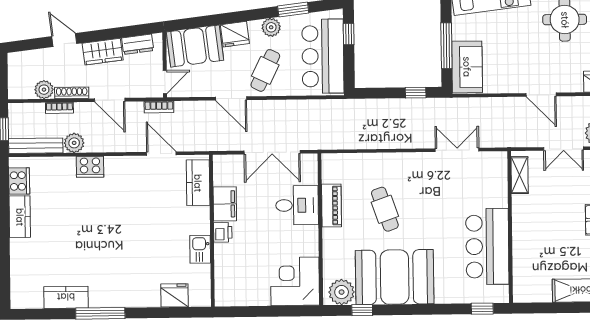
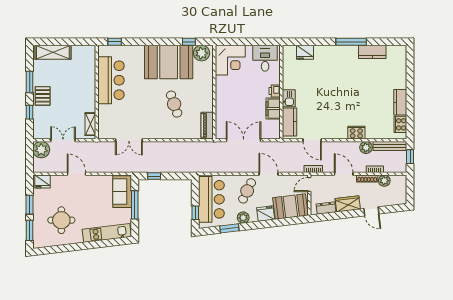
desk: (297, 205) -> (265, 58), moved, turned 90
piano: (331, 206) -> (207, 125), moved
kitchen sink: (200, 249) -> (289, 98), moved

